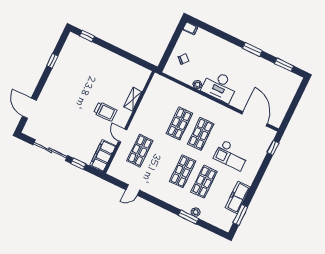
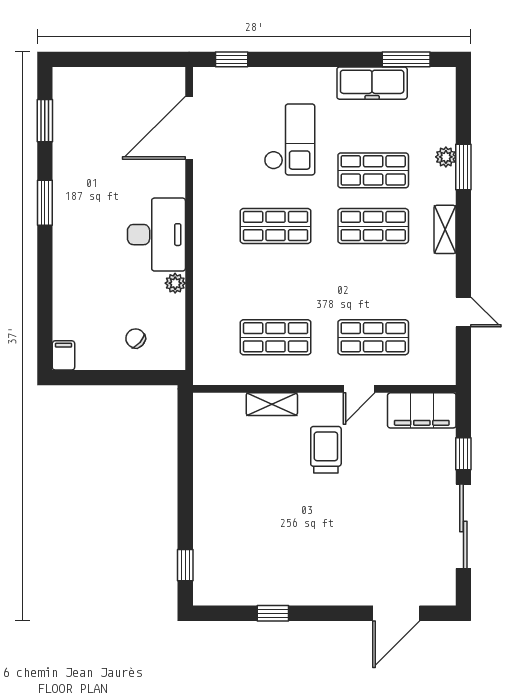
shop shelf: (179, 123) -> (276, 337), moved
shelving: (168, 198) -> (445, 229), added

